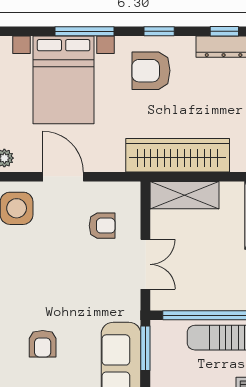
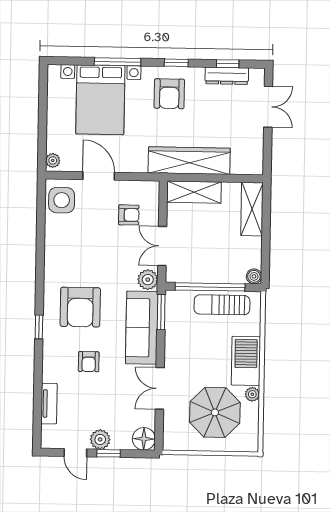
armchair: (151, 71) -> (169, 94), turned -90
double door: (145, 264) -> (162, 246), swing flipped
plant: (128, 307) -> (148, 280), added
armchair: (43, 344) -> (80, 307), width x1.88, depth x1.88

